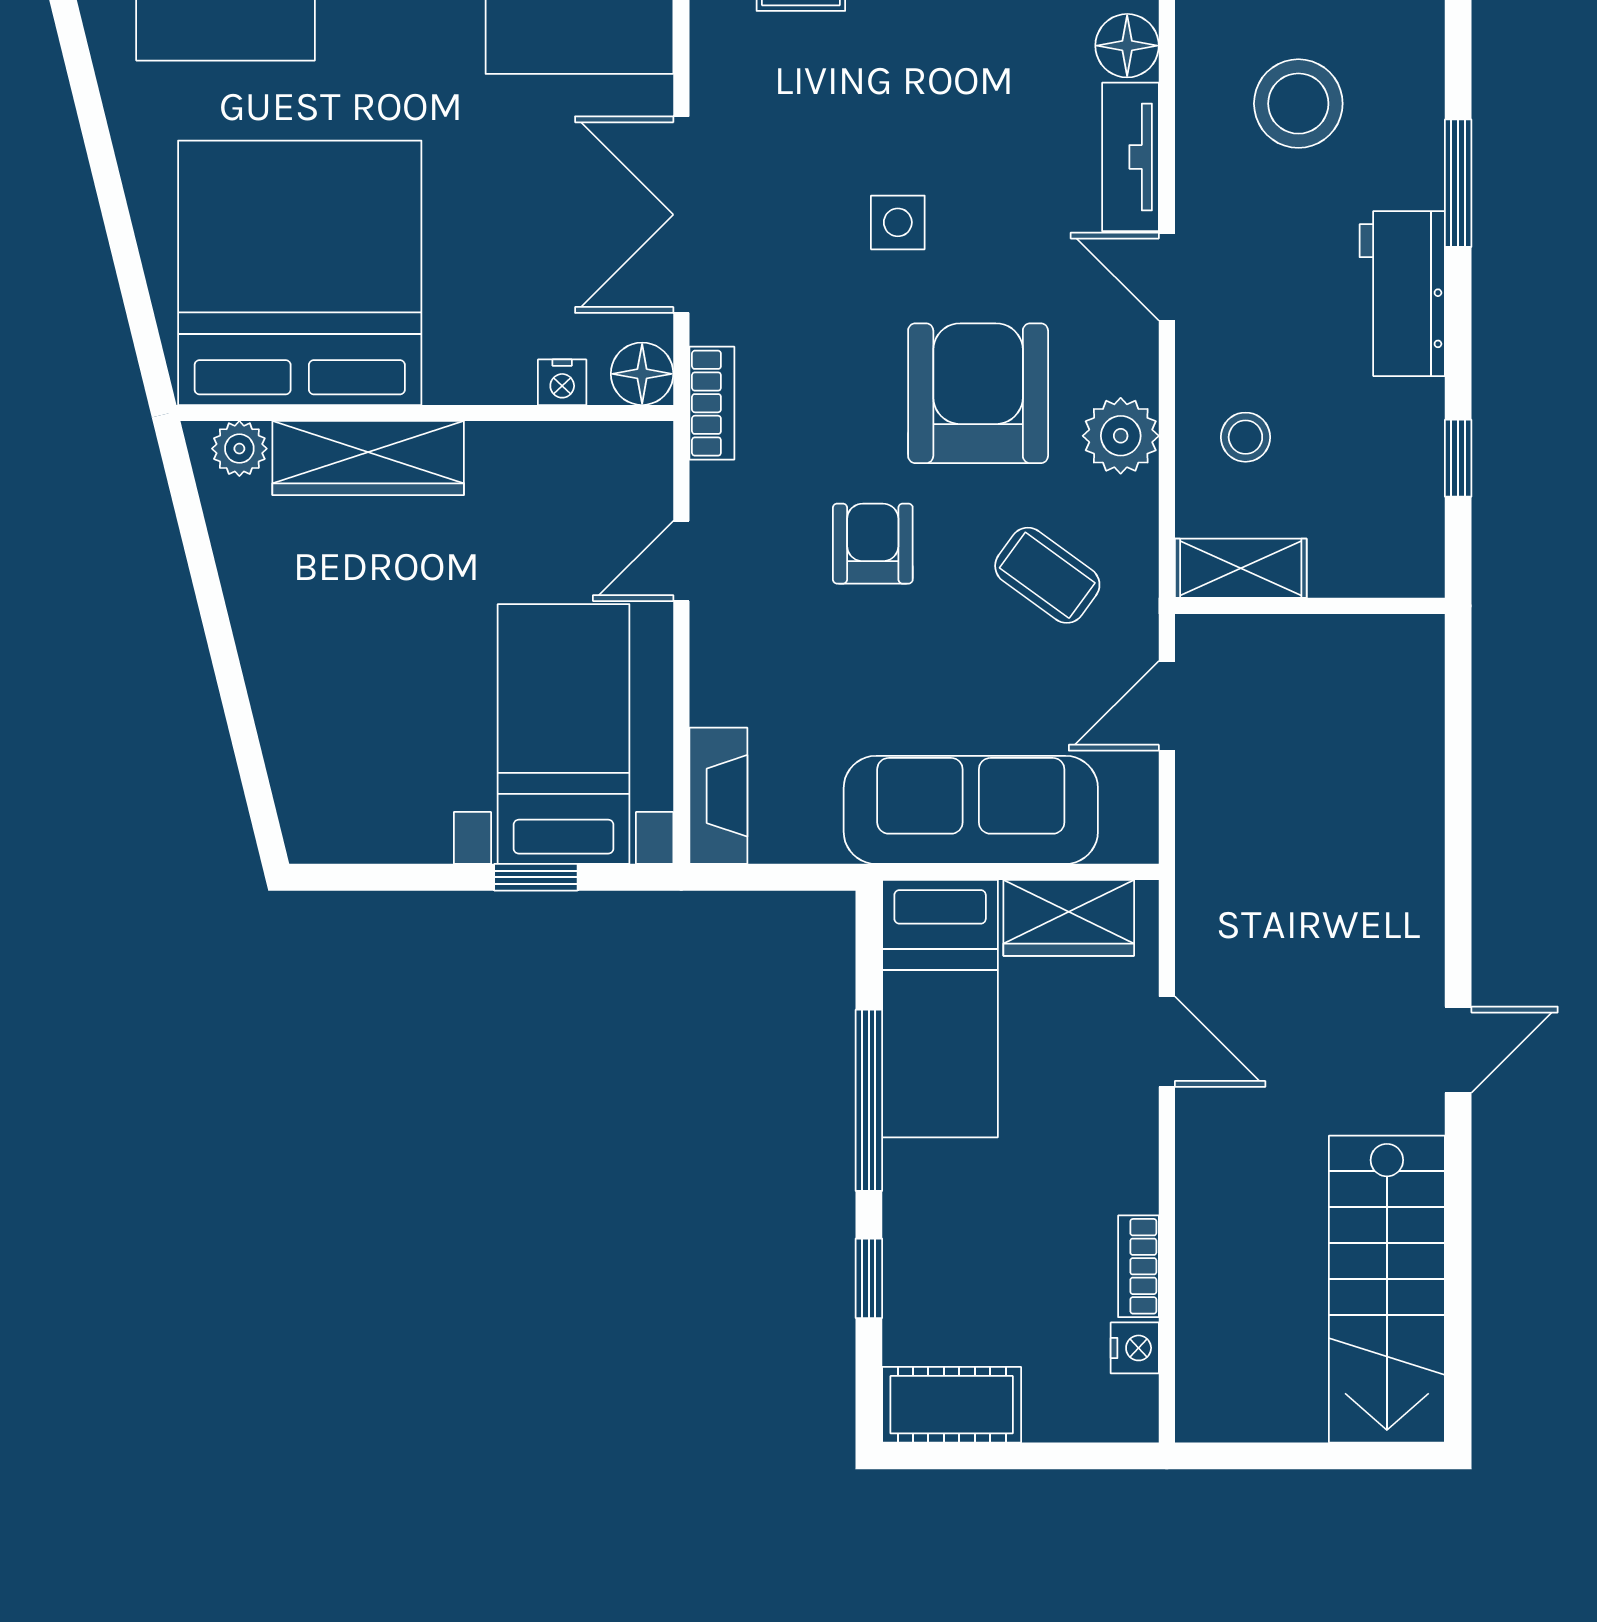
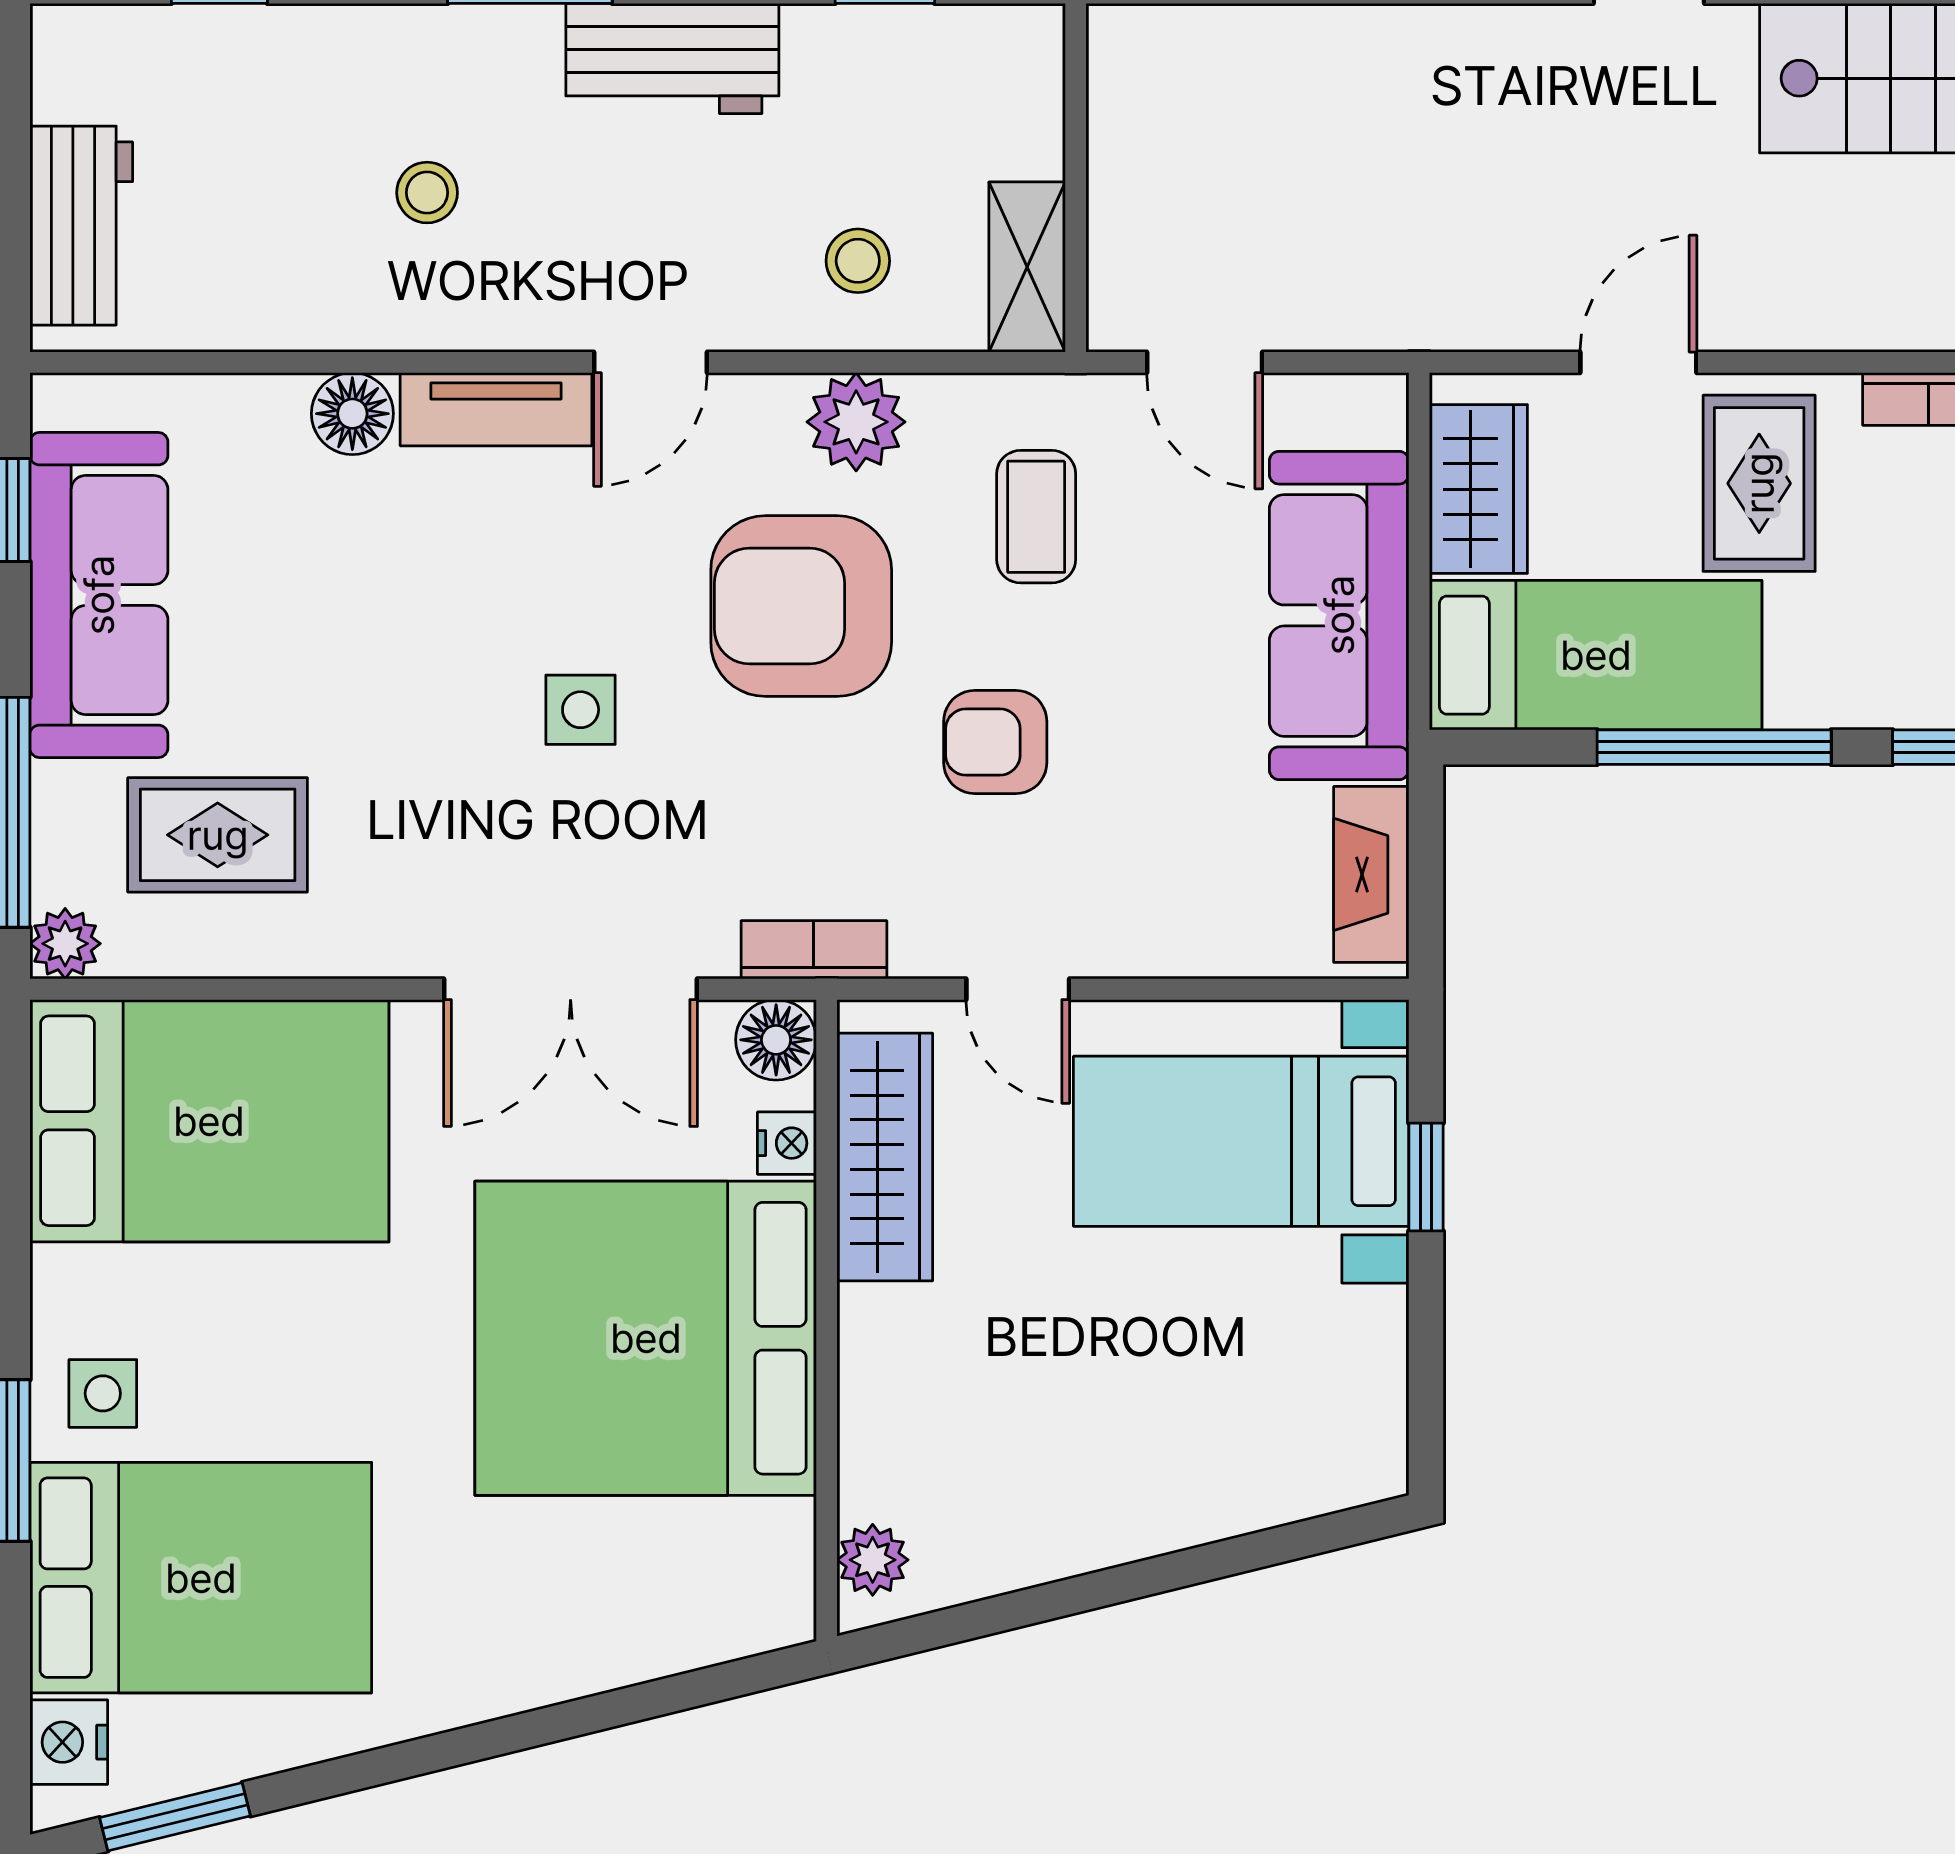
stool: (1298, 104) -> (427, 193), width x0.53, depth x0.53
bed: (300, 273) -> (646, 1338), moved
wardrobe: (368, 458) -> (885, 1157), moved
coffee table: (1047, 575) -> (1036, 517), turned -36
fireplace: (718, 796) -> (1371, 874), moved, turned -90
rug: (1073, 1135) -> (1759, 483), added

